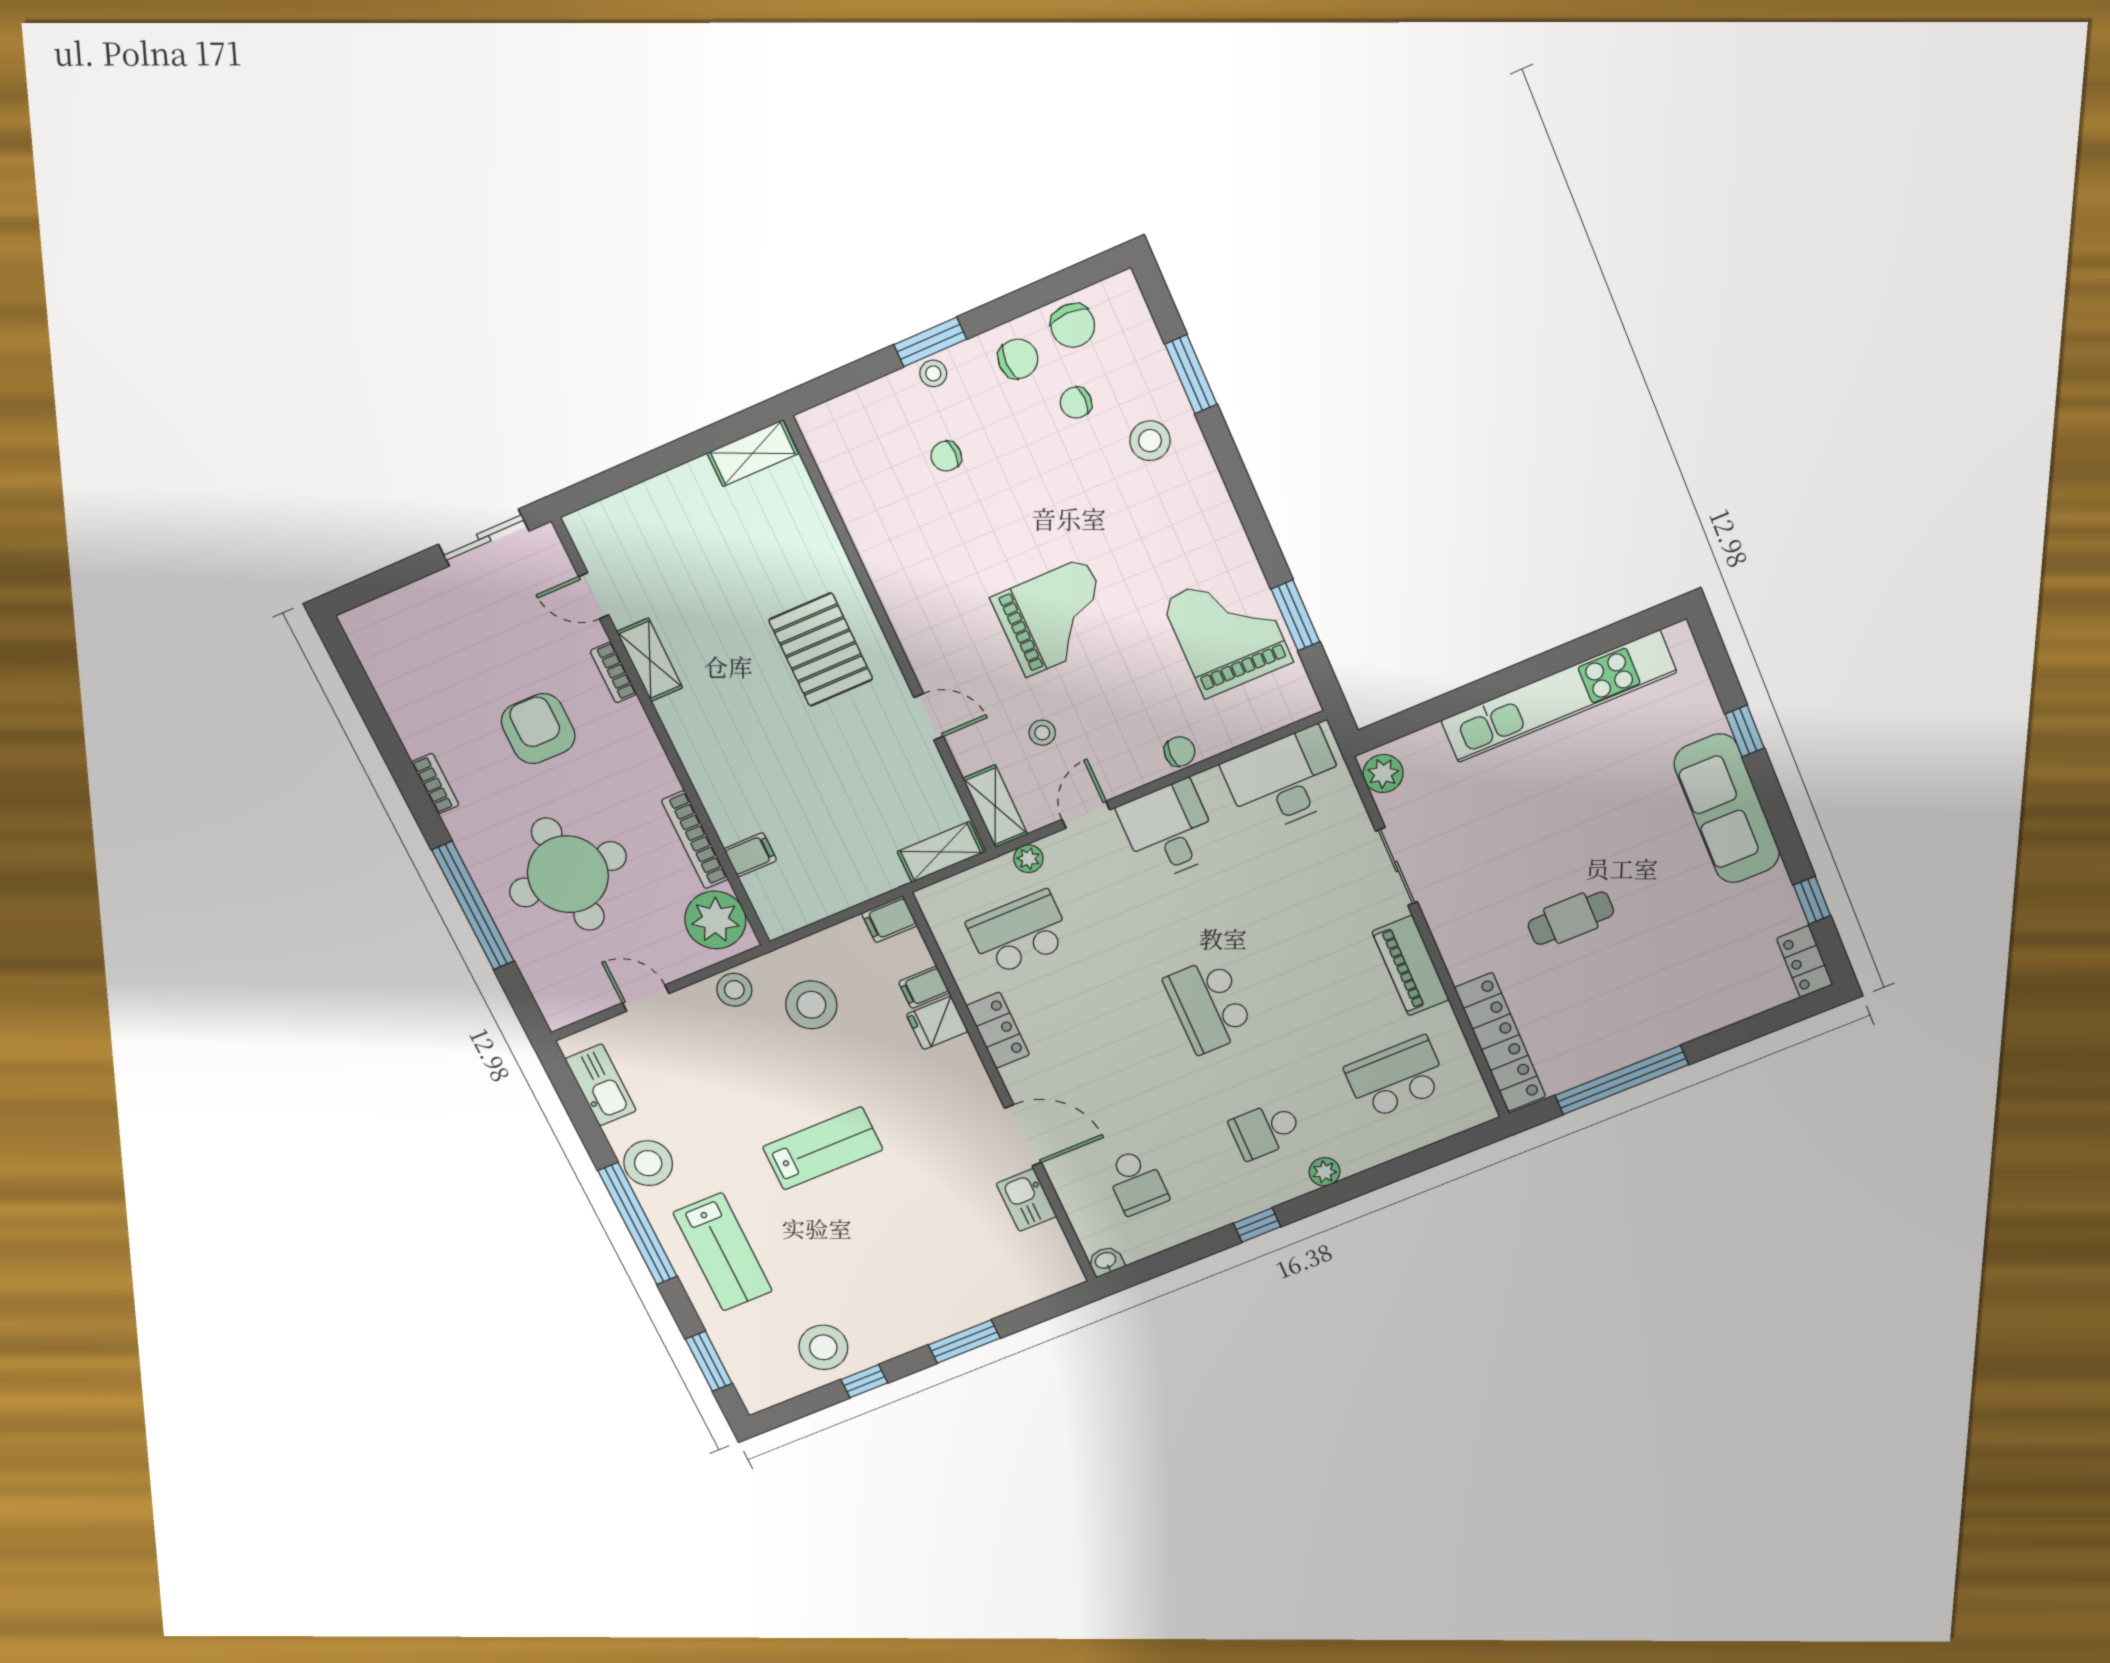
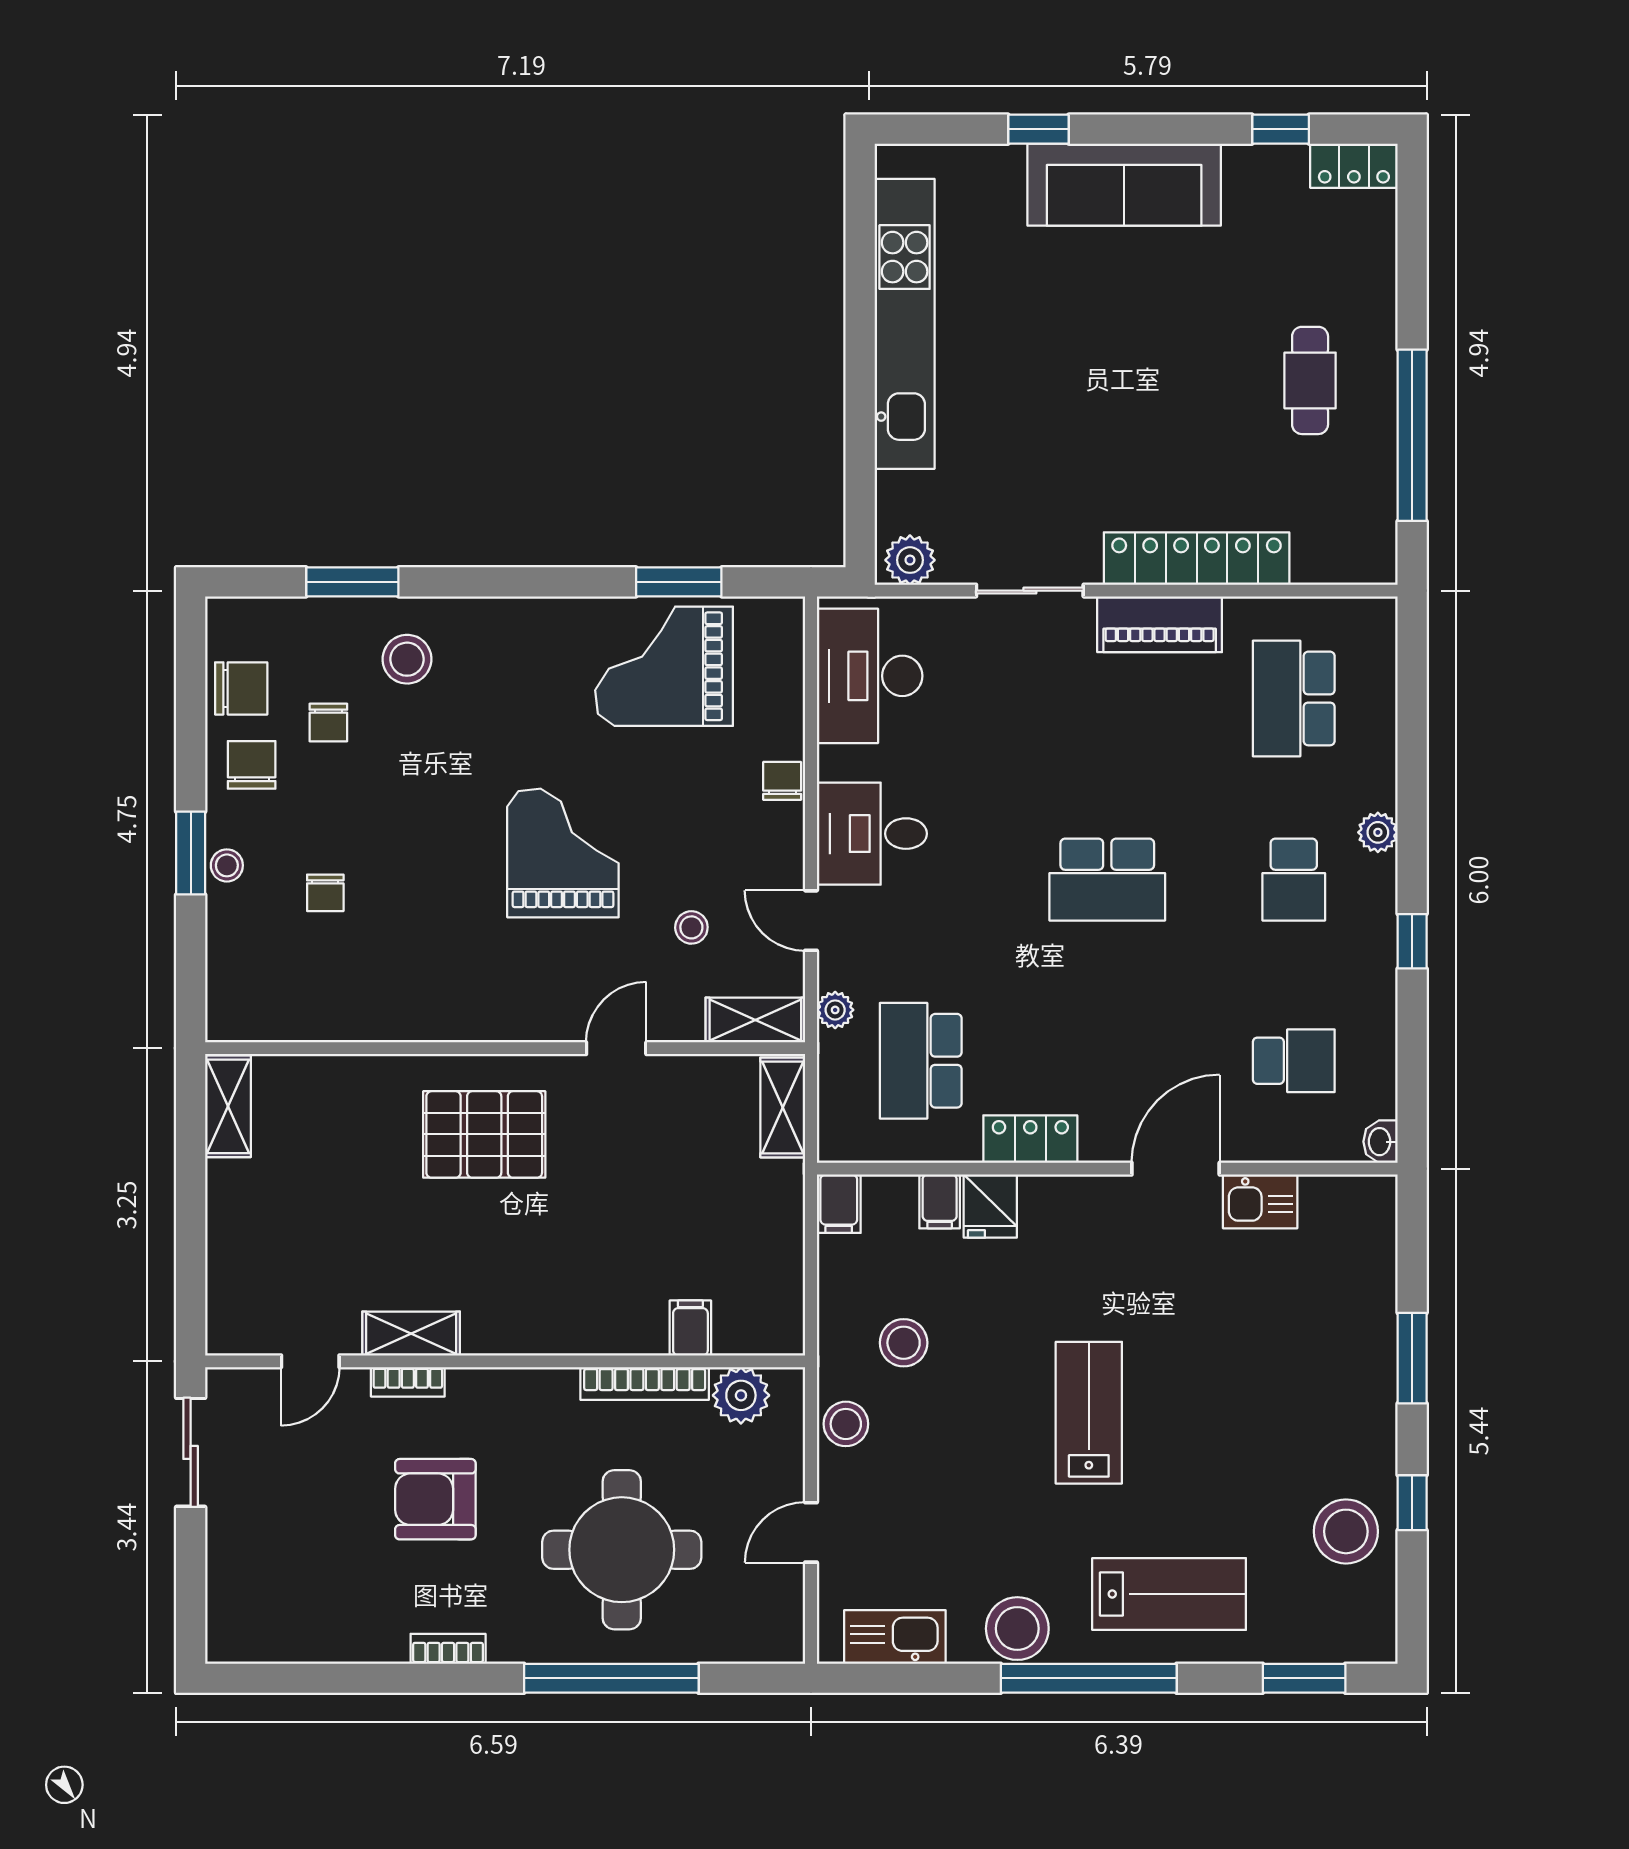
cafe table: (1571, 918) -> (1310, 380), moved
plant: (715, 920) -> (741, 1395), width x0.73, depth x0.73
stool: (811, 1005) -> (904, 1343), width x0.73, depth x0.73
locker: (1500, 1042) -> (1197, 559), moved

